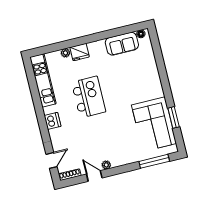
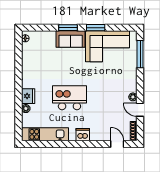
sofa: (122, 44) -> (71, 39), moved, turned 90
window: (164, 77) -> (68, 28), added
window: (174, 117) -> (96, 28), moved
door: (94, 176) -> (140, 110), hinge flipped

